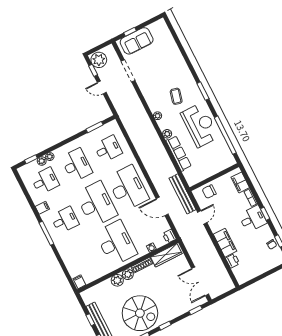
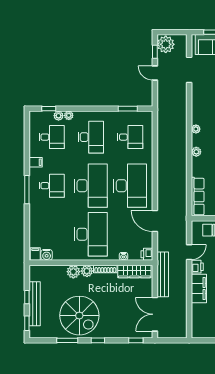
row of seats: (179, 153) -> (198, 197), moved
bench: (182, 194) -> (163, 274), moved
printer: (233, 261) -> (197, 267), moved
water cooler: (89, 278) -> (47, 255), added

